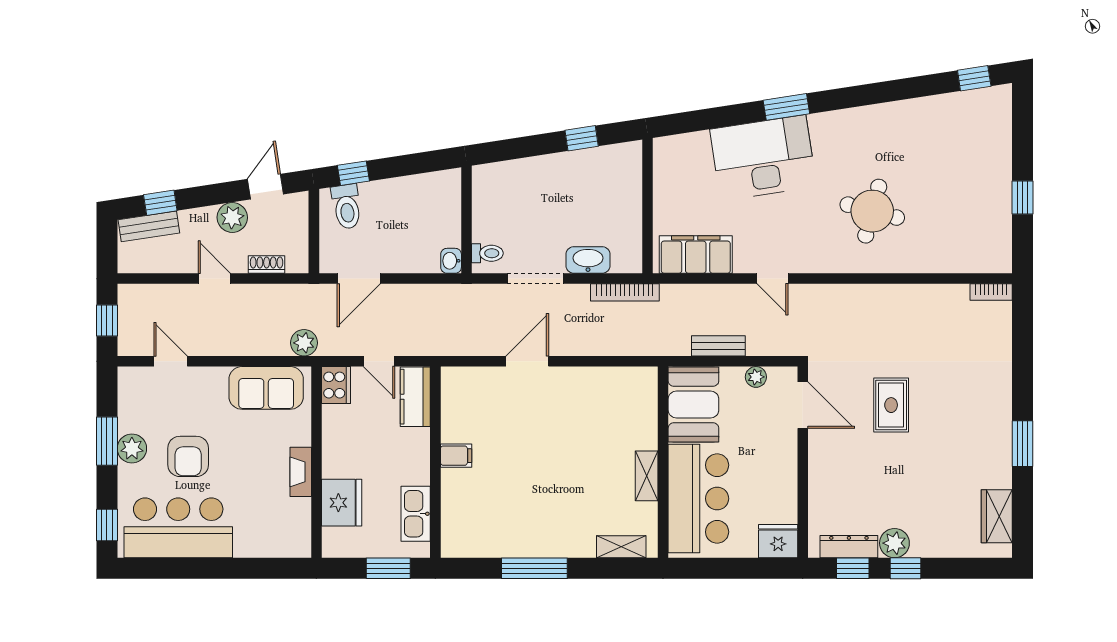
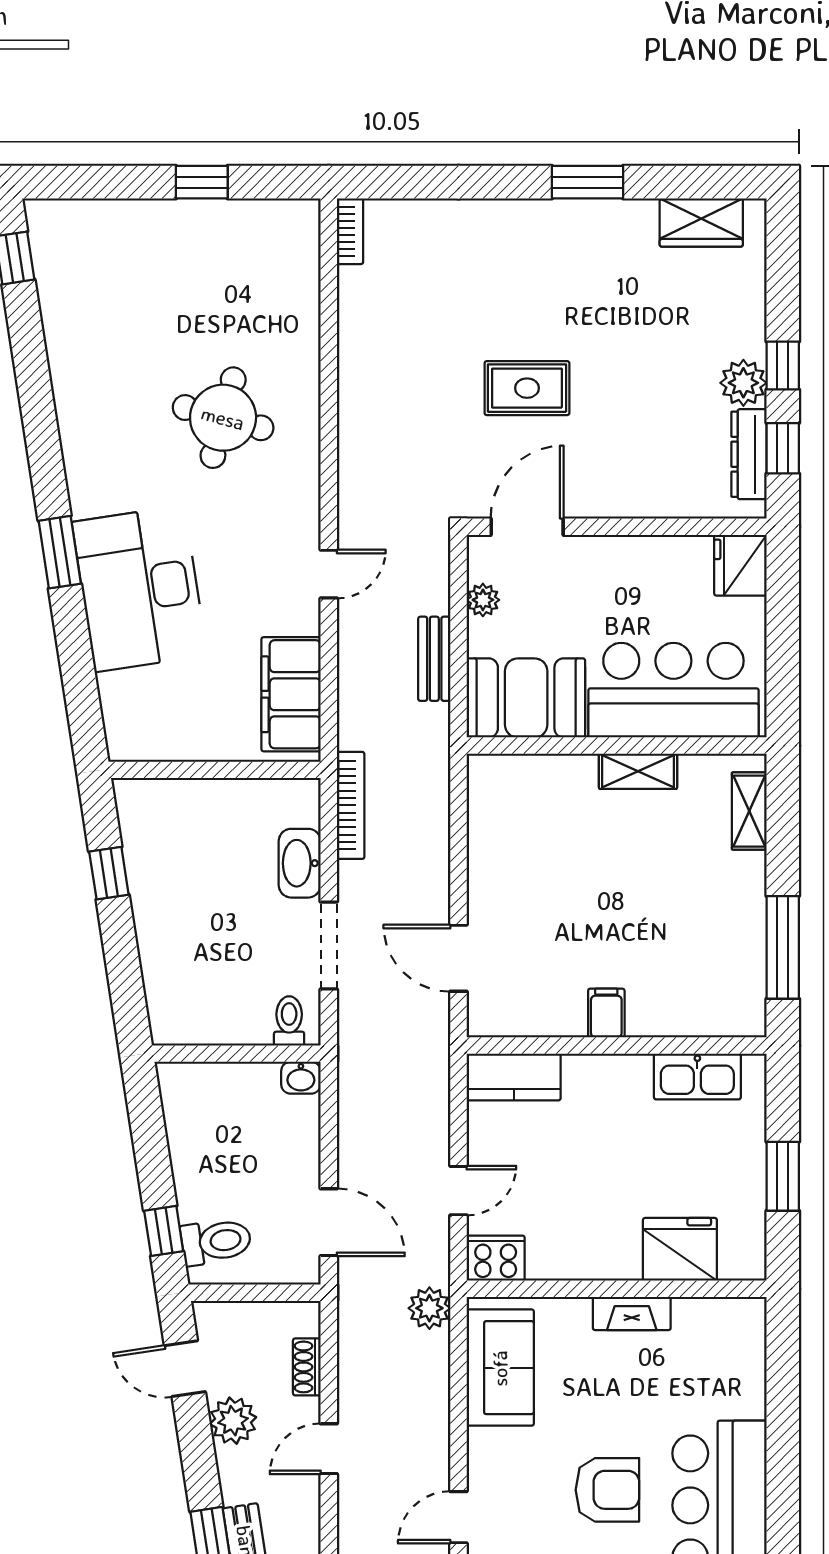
kitchen counter: (415, 397) -> (514, 1077), moved
filing cabinet: (456, 456) -> (606, 1013), moved
wall: (435, 462) -> (617, 1046), moved
kitchen sink: (416, 514) -> (697, 1077), moved

